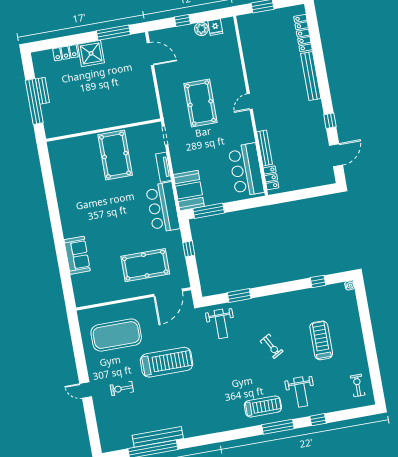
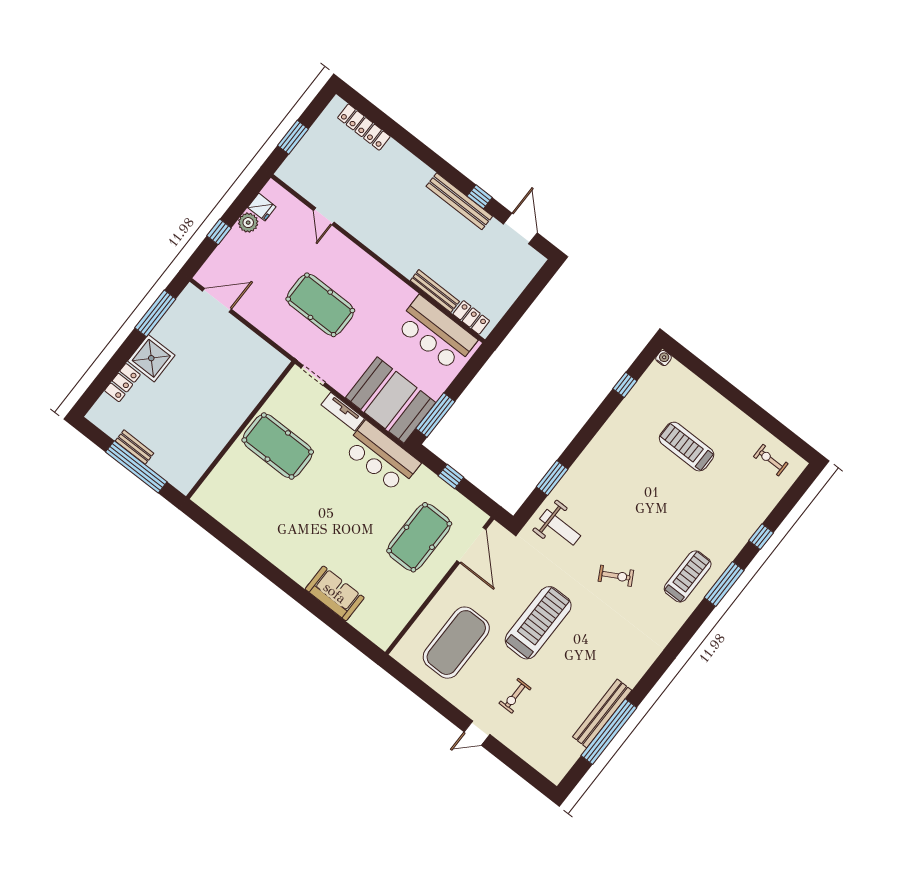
bench: (311, 76) -> (459, 201), moved
door: (250, 102) -> (324, 216), moved
booth: (189, 190) -> (391, 400), width x1.36, depth x1.42
exercise bike: (272, 346) -> (616, 576), moved
weight bench: (301, 392) -> (715, 523), removed

